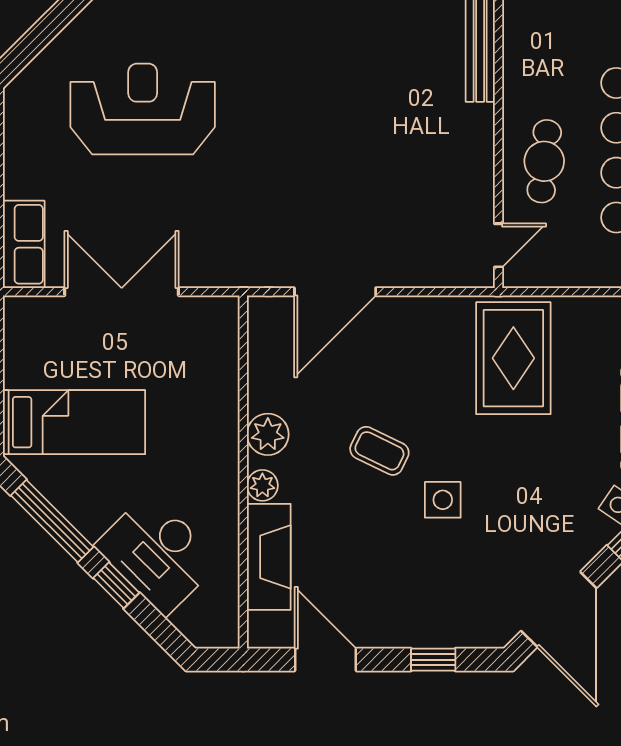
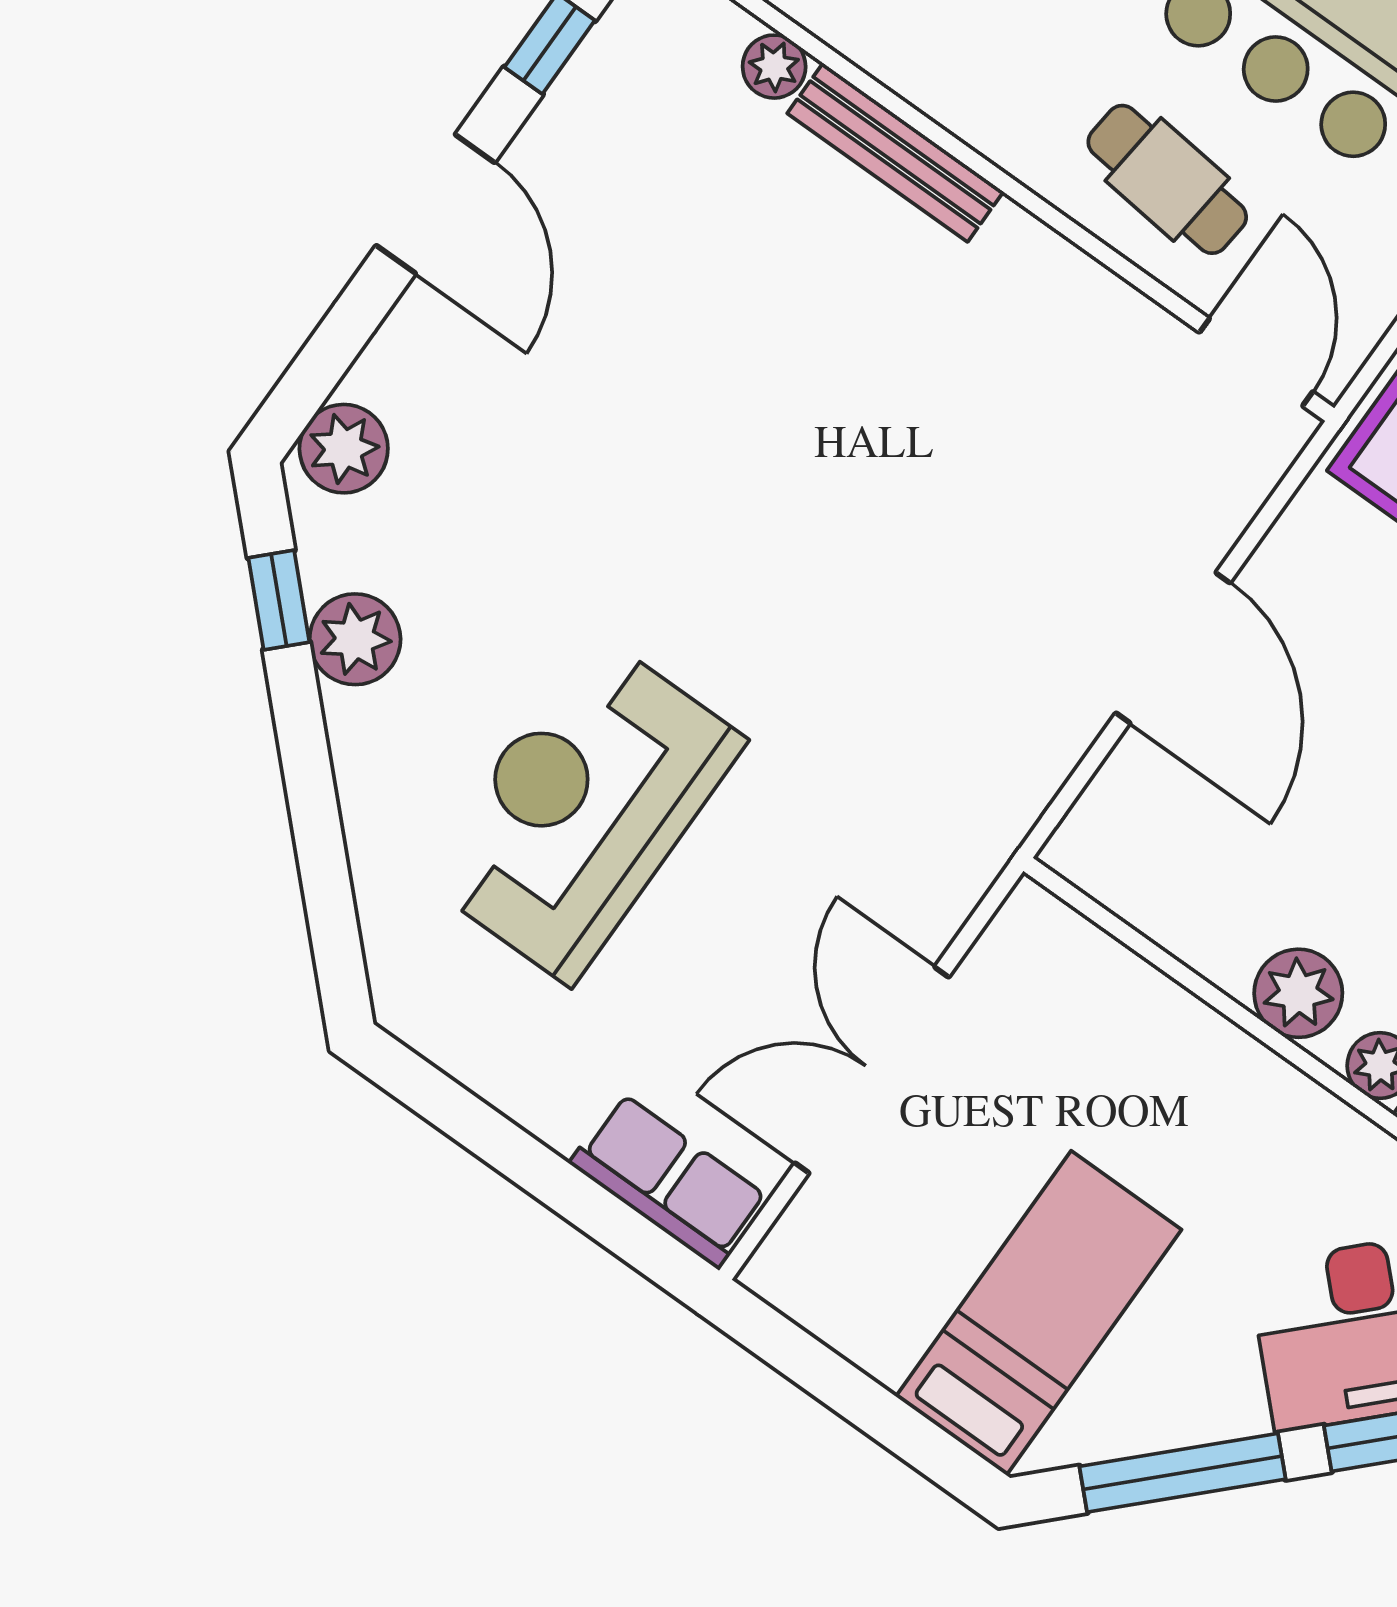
door: (498, 245) -> (1256, 362), width x1.38
door: (335, 292) -> (1173, 648), moved

